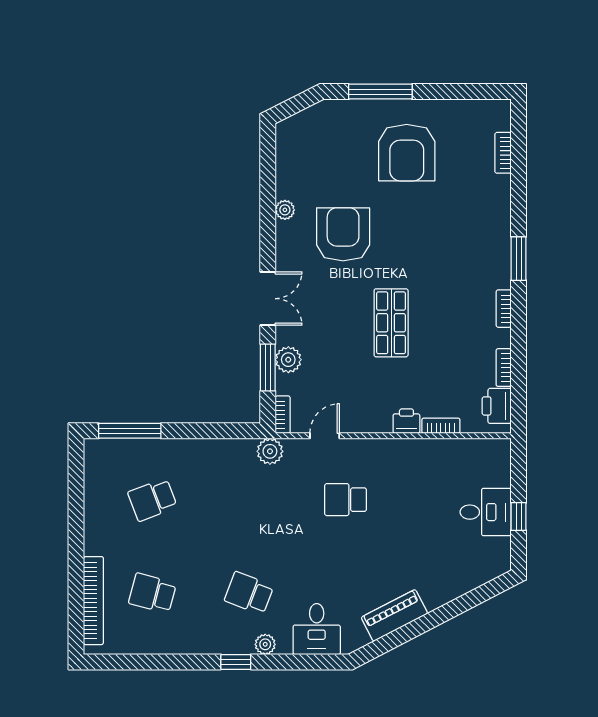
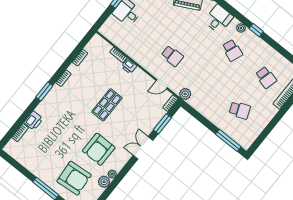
armchair: (407, 153) -> (74, 178), moved, turned 85
plant: (288, 360) -> (104, 182), moved
printer: (497, 406) -> (33, 121), moved

